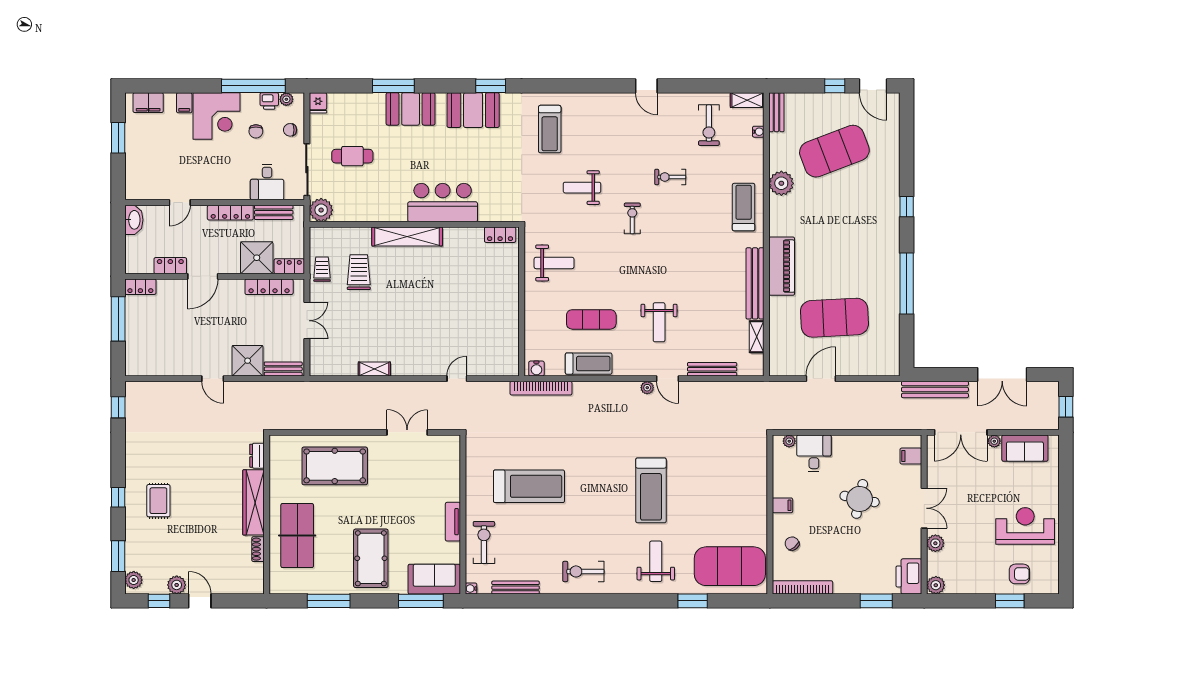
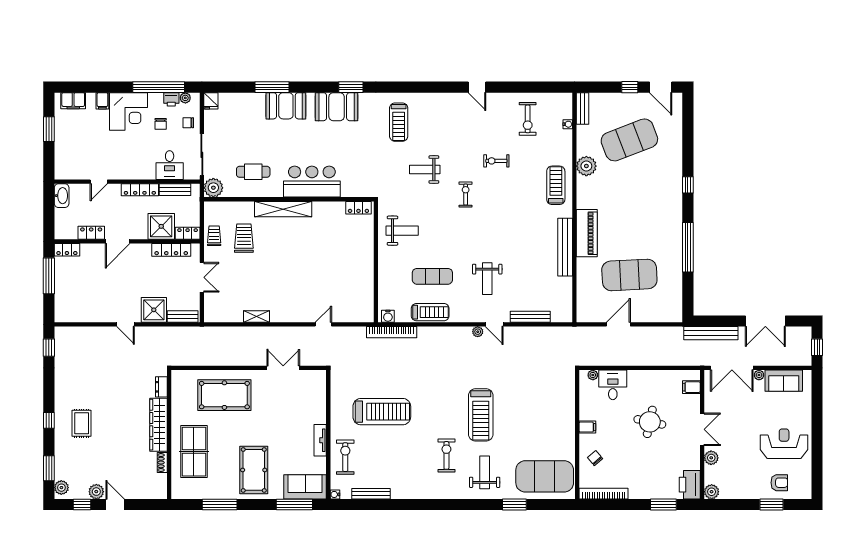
shelving: (747, 100) -> (559, 99), removed
cafe table: (352, 156) -> (253, 172), moved
shelving: (757, 337) -> (566, 290), removed
exercise bike: (583, 571) -> (446, 455), moved, turned 90

